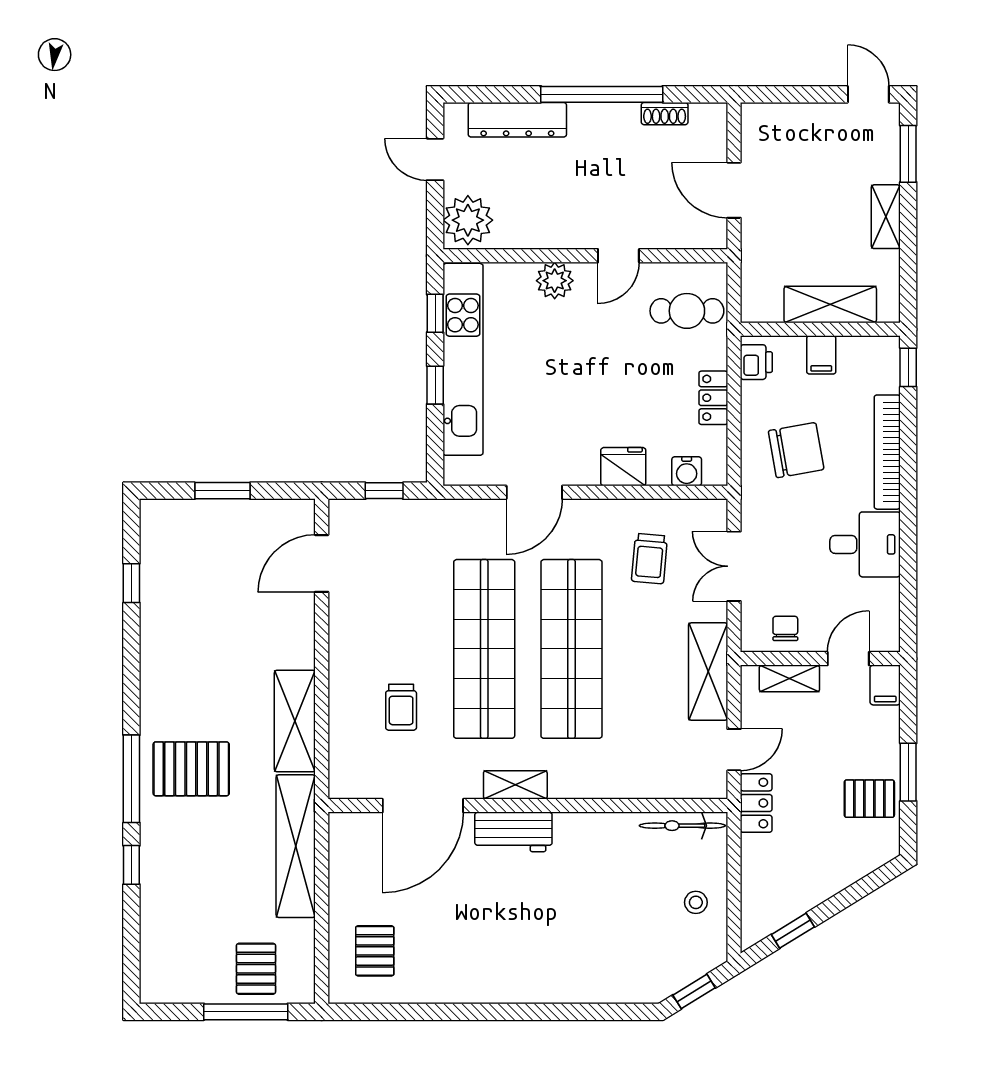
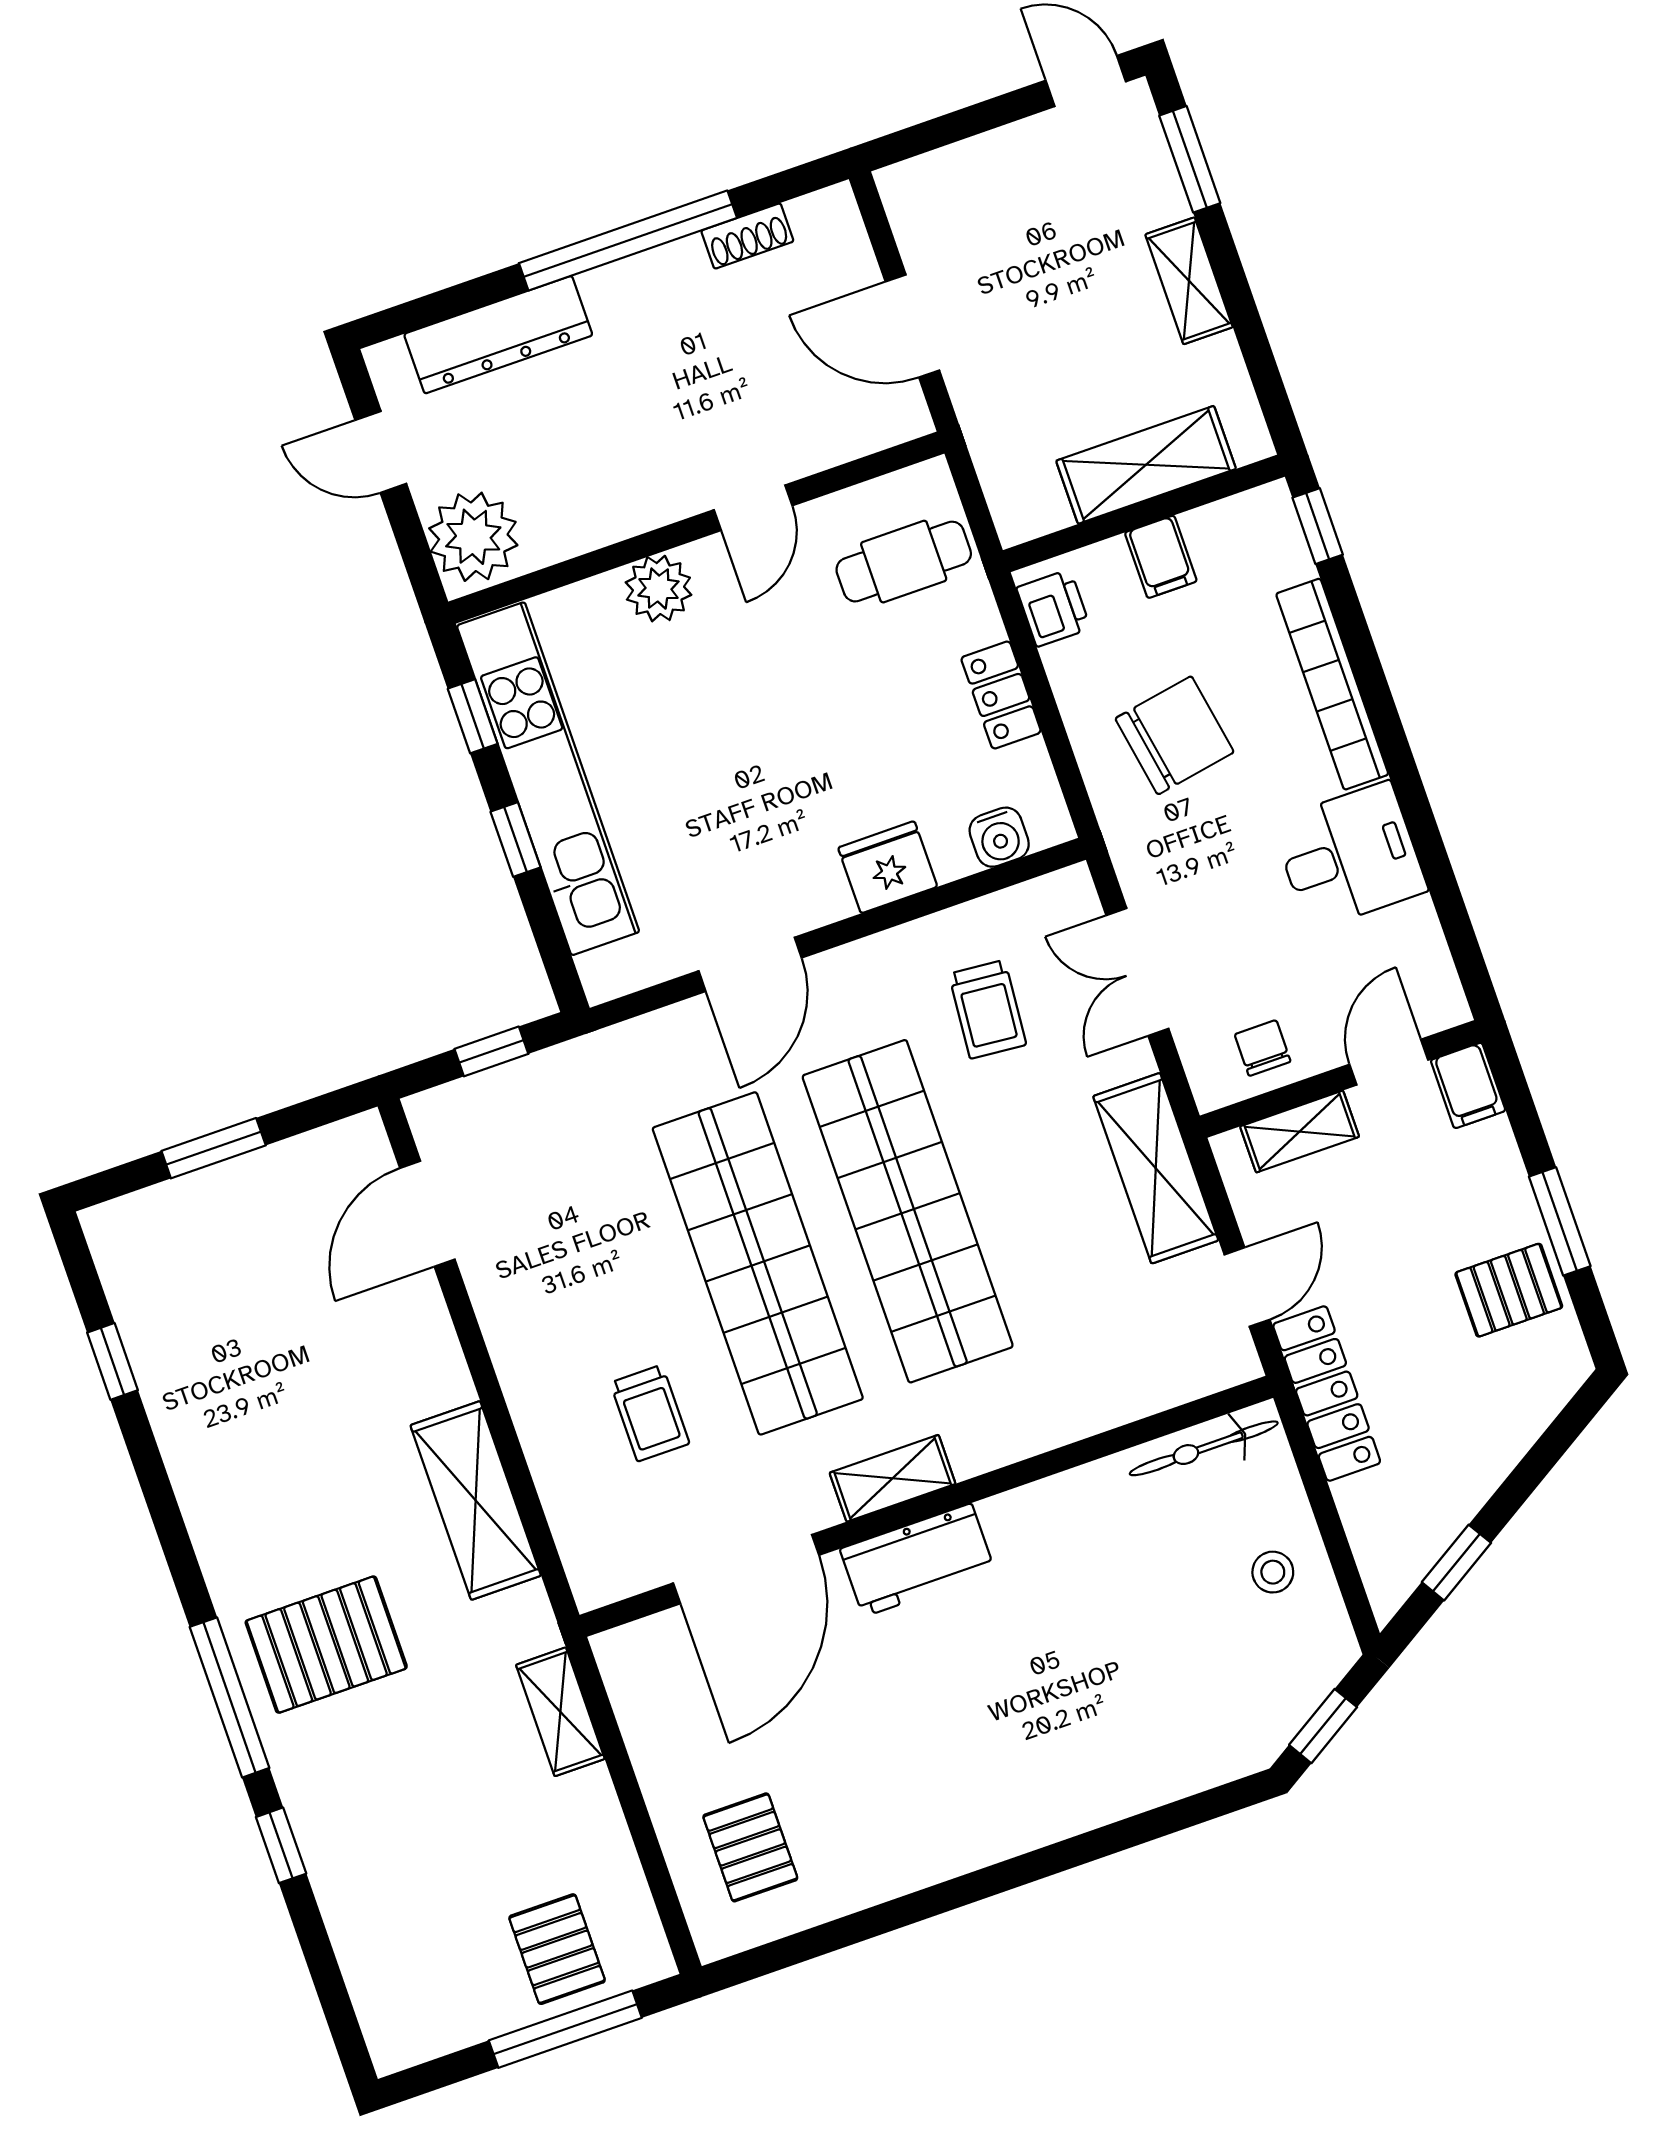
locker: (756, 803) -> (1327, 1394), width x1.53
shelving: (296, 846) -> (560, 1712), width x0.45, depth x0.75

